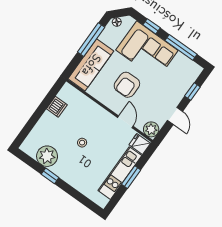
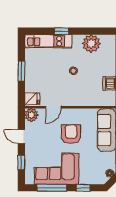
corner sofa: (147, 50) -> (57, 169), moved
door: (125, 122) -> (53, 107), hinge flipped
kitchen unit: (120, 173) -> (48, 41), moved, turned 90
window: (50, 176) -> (62, 31), moved

